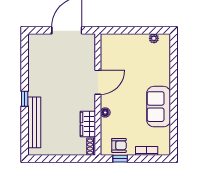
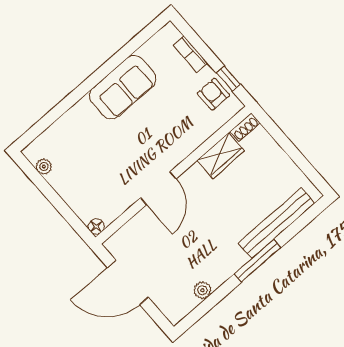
plant: (33, 62) -> (203, 290), added
door: (98, 82) -> (158, 188), swing flipped
window: (25, 99) -> (258, 261), width x2.17
floor lamp: (105, 112) -> (96, 227), moved

